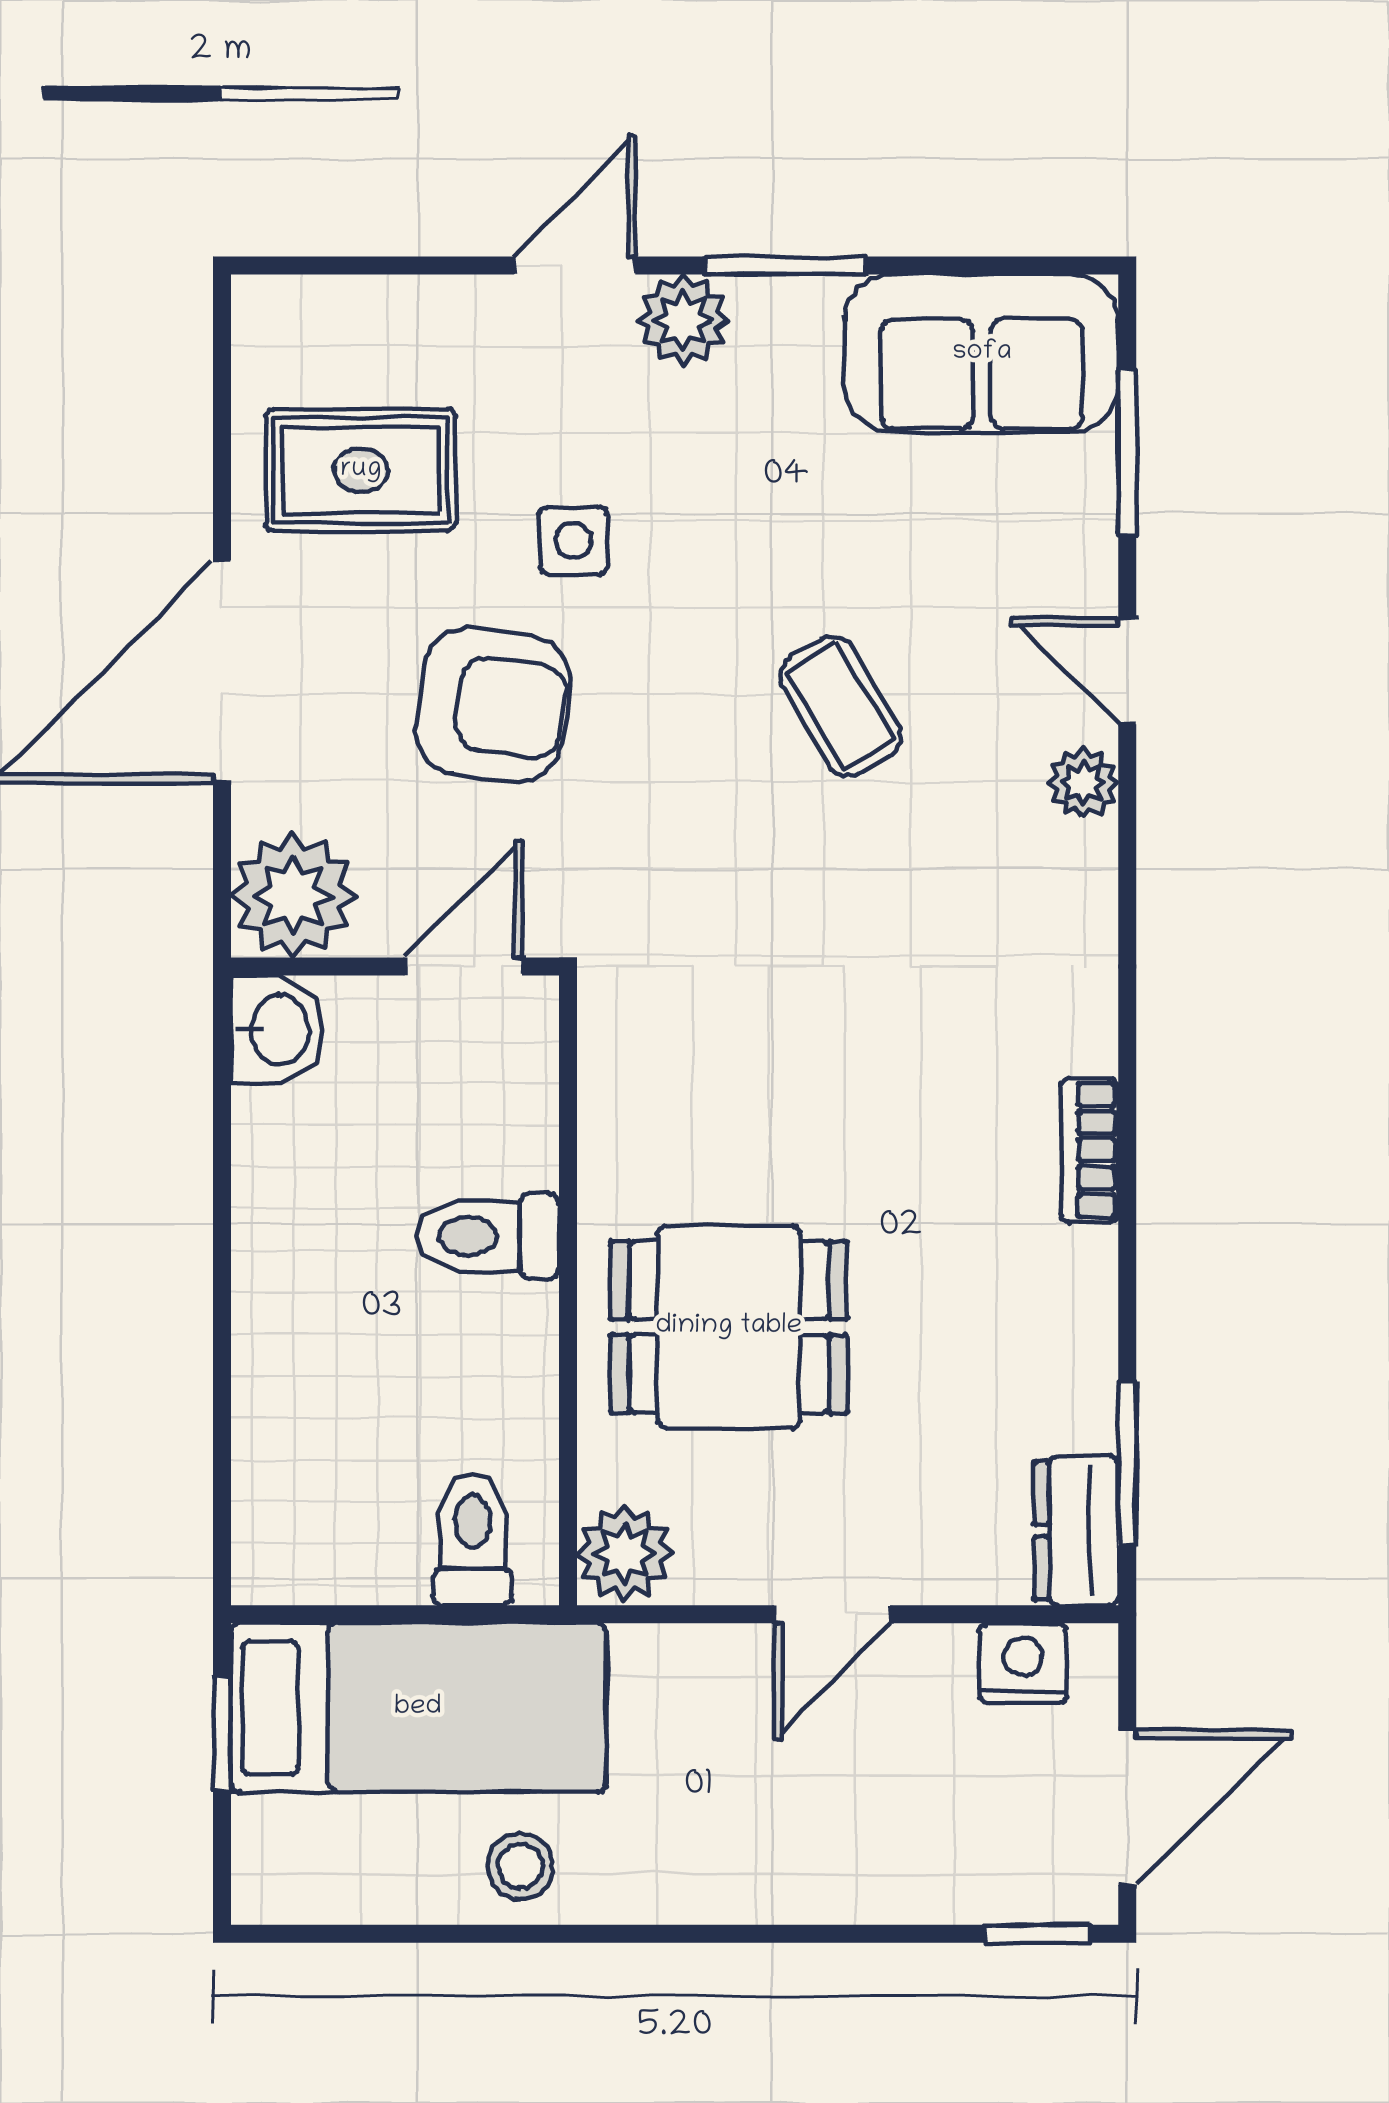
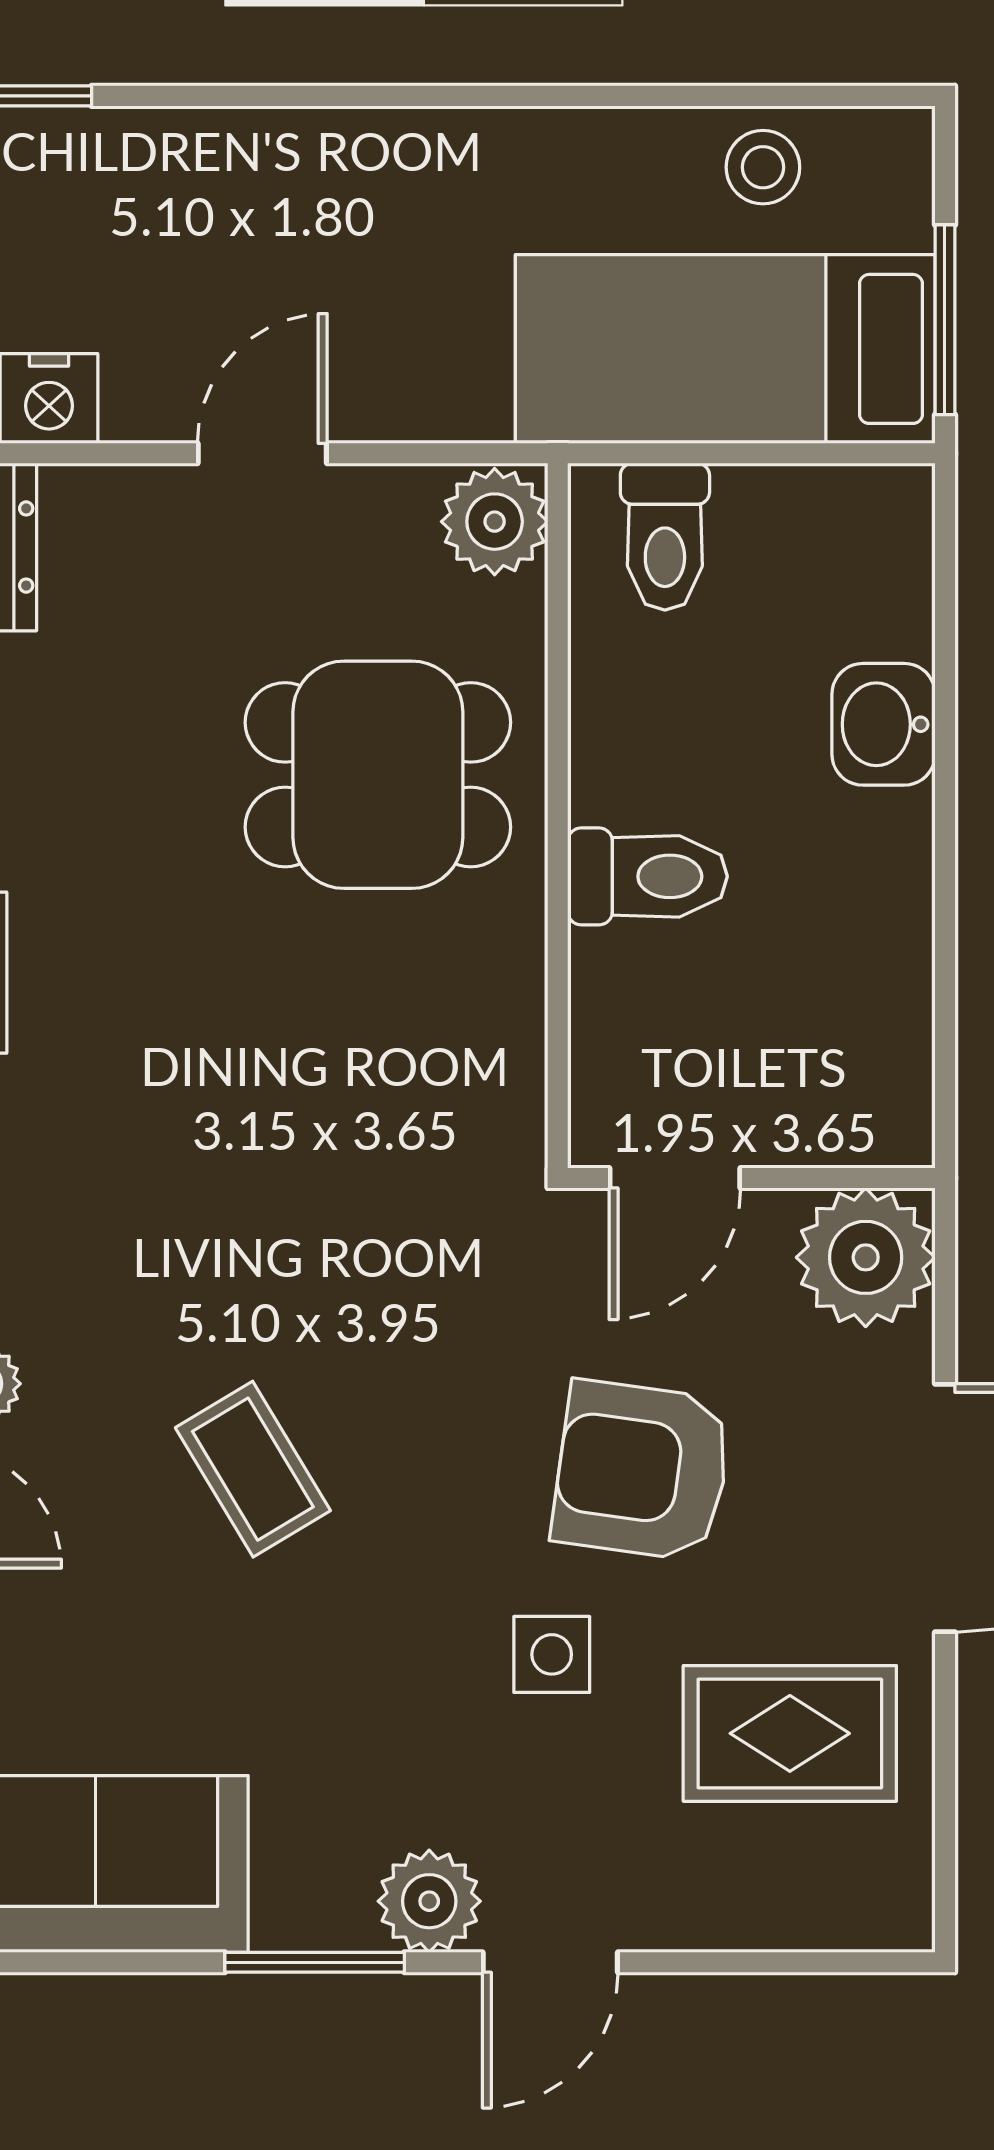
washbasin: (277, 1030) -> (884, 724), moved
window: (222, 1734) -> (945, 320), width x1.50
stool: (521, 1866) -> (763, 167), moved

